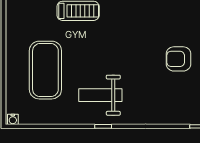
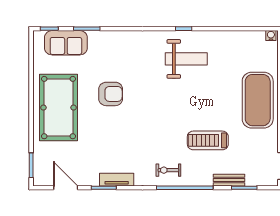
exercise mat: (45, 70) -> (258, 100), moved

